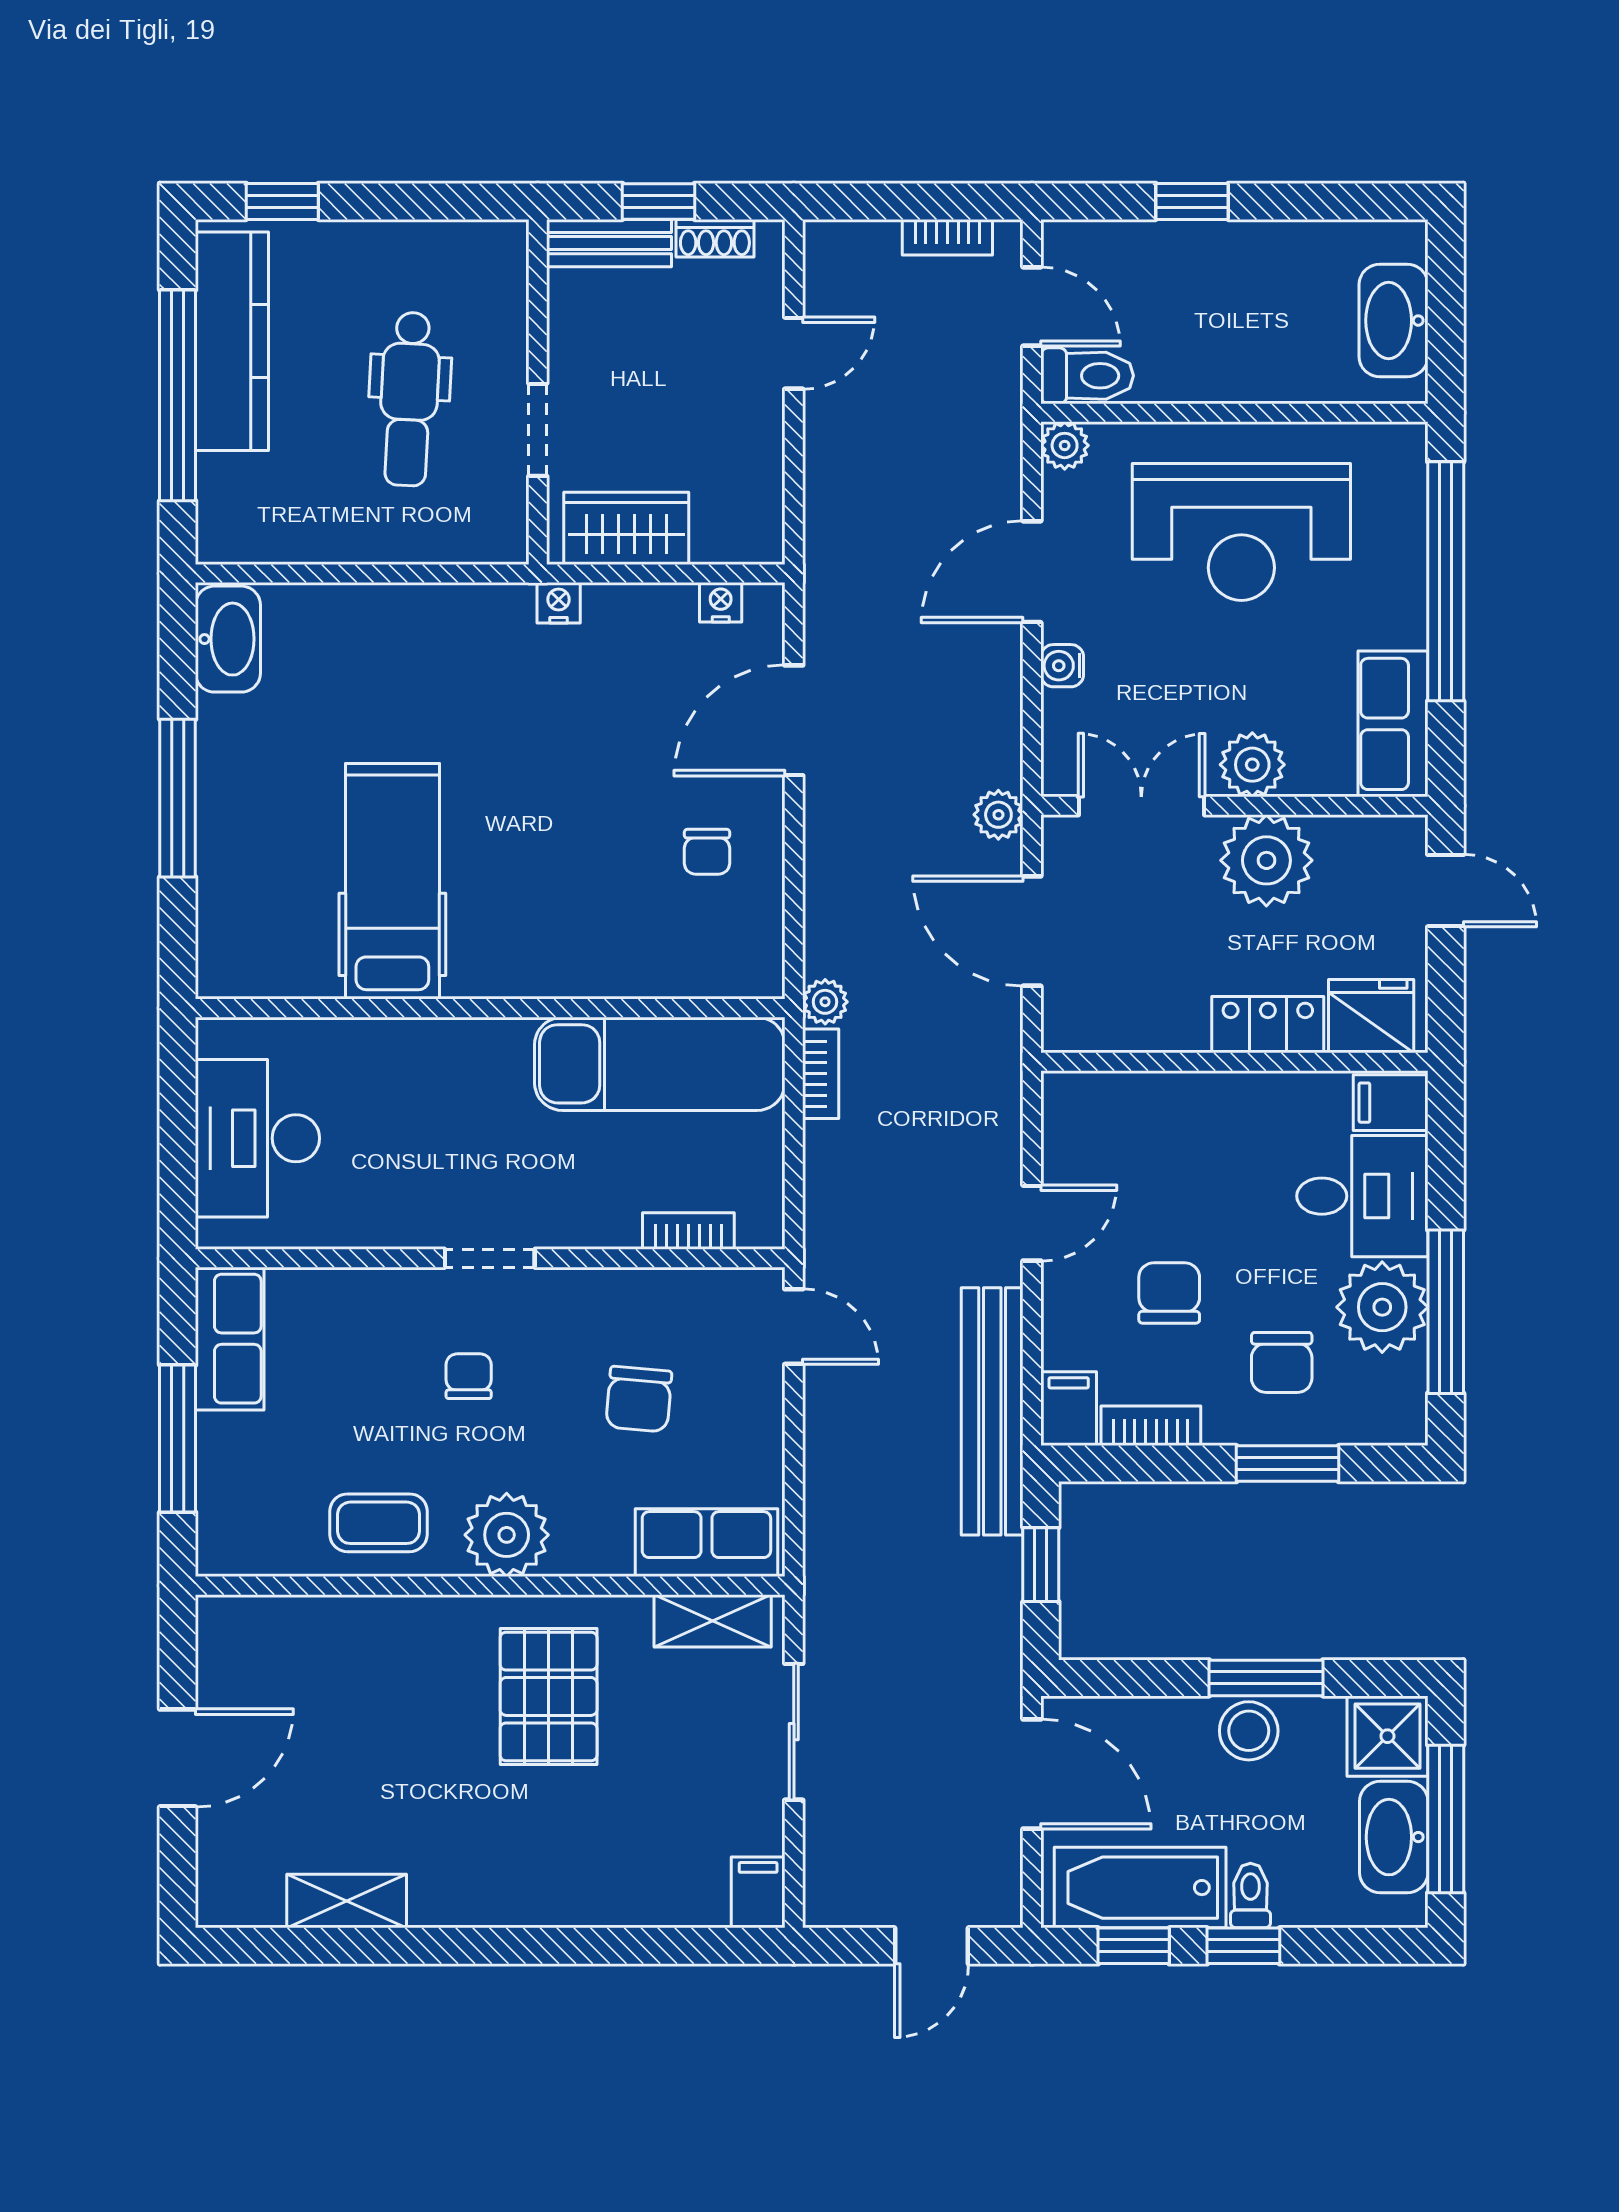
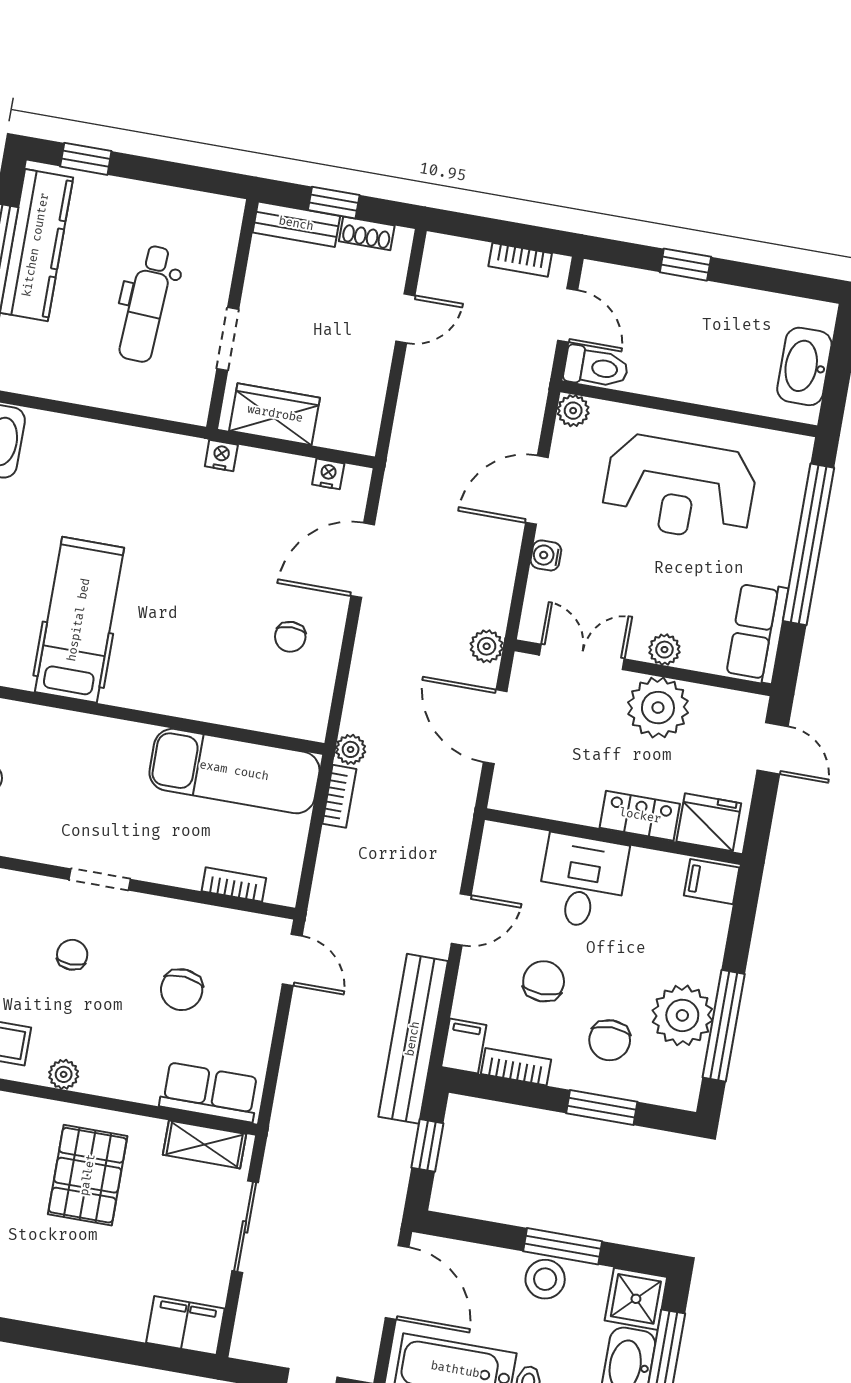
plant: (1252, 765) -> (664, 650), width x0.73, depth x0.73
desk: (1362, 1196) -> (582, 882), moved, turned -90
plant: (507, 1535) -> (64, 1074), width x0.53, depth x0.53
filing cabinet: (758, 1892) -> (185, 1326), width x2.00

